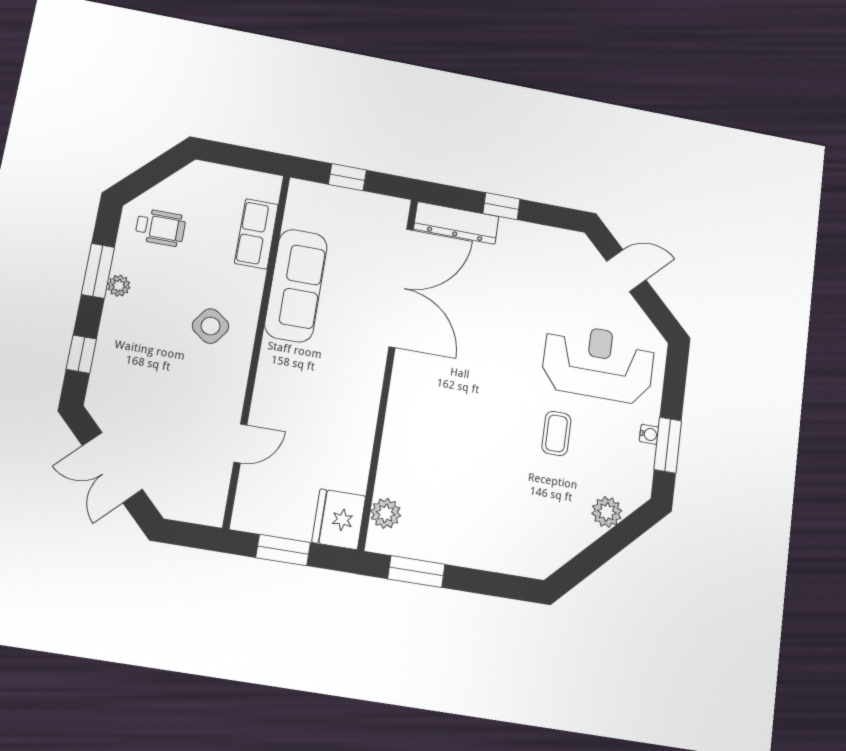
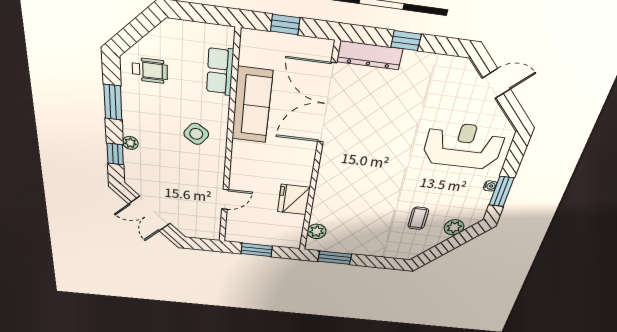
plant: (119, 286) -> (130, 143), moved
double door: (401, 288) -> (327, 104), swing flipped
coffee table: (556, 433) -> (418, 218), moved
fridge: (339, 519) -> (294, 200), moved

